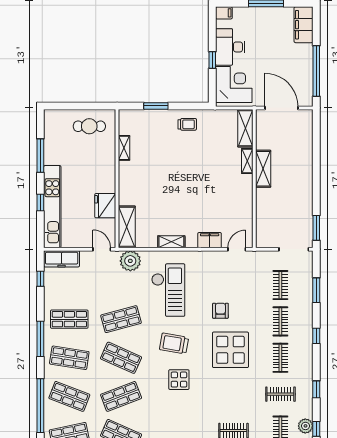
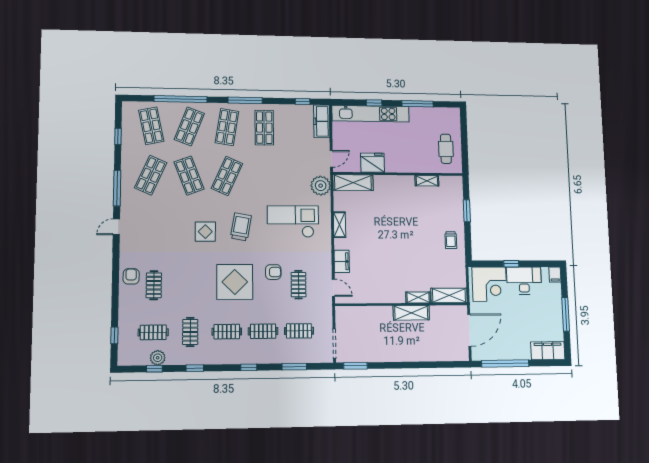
clothes rail: (233, 285) -> (299, 285), added
checkout: (168, 290) -> (293, 222), turned 180
shop shelf: (121, 319) -> (265, 176), removed

